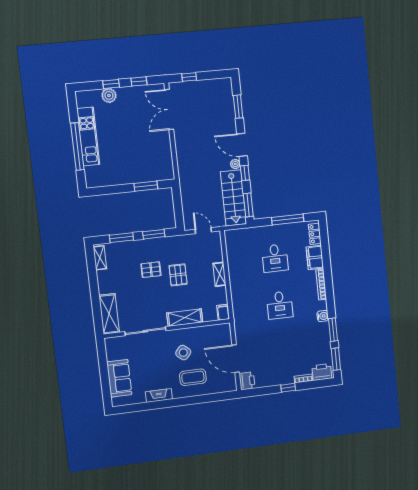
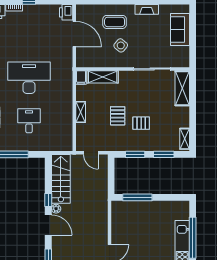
window: (146, 186) -> (137, 197), width x1.44
window: (248, 205) -> (48, 171), removed
desk: (280, 305) -> (29, 78), width x1.87, depth x1.30
shelving: (185, 318) -> (103, 77), moved

